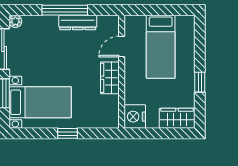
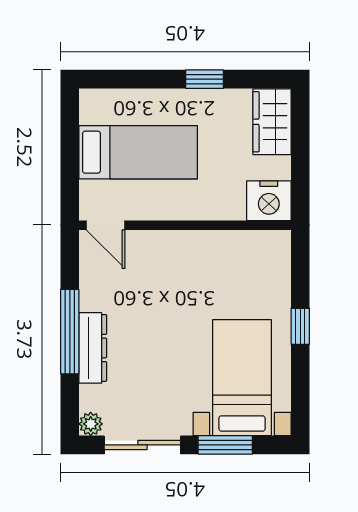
dresser: (78, 22) -> (93, 348), moved
door: (122, 47) -> (106, 225), moved
wardrobe: (110, 78) -> (196, 247), removed

